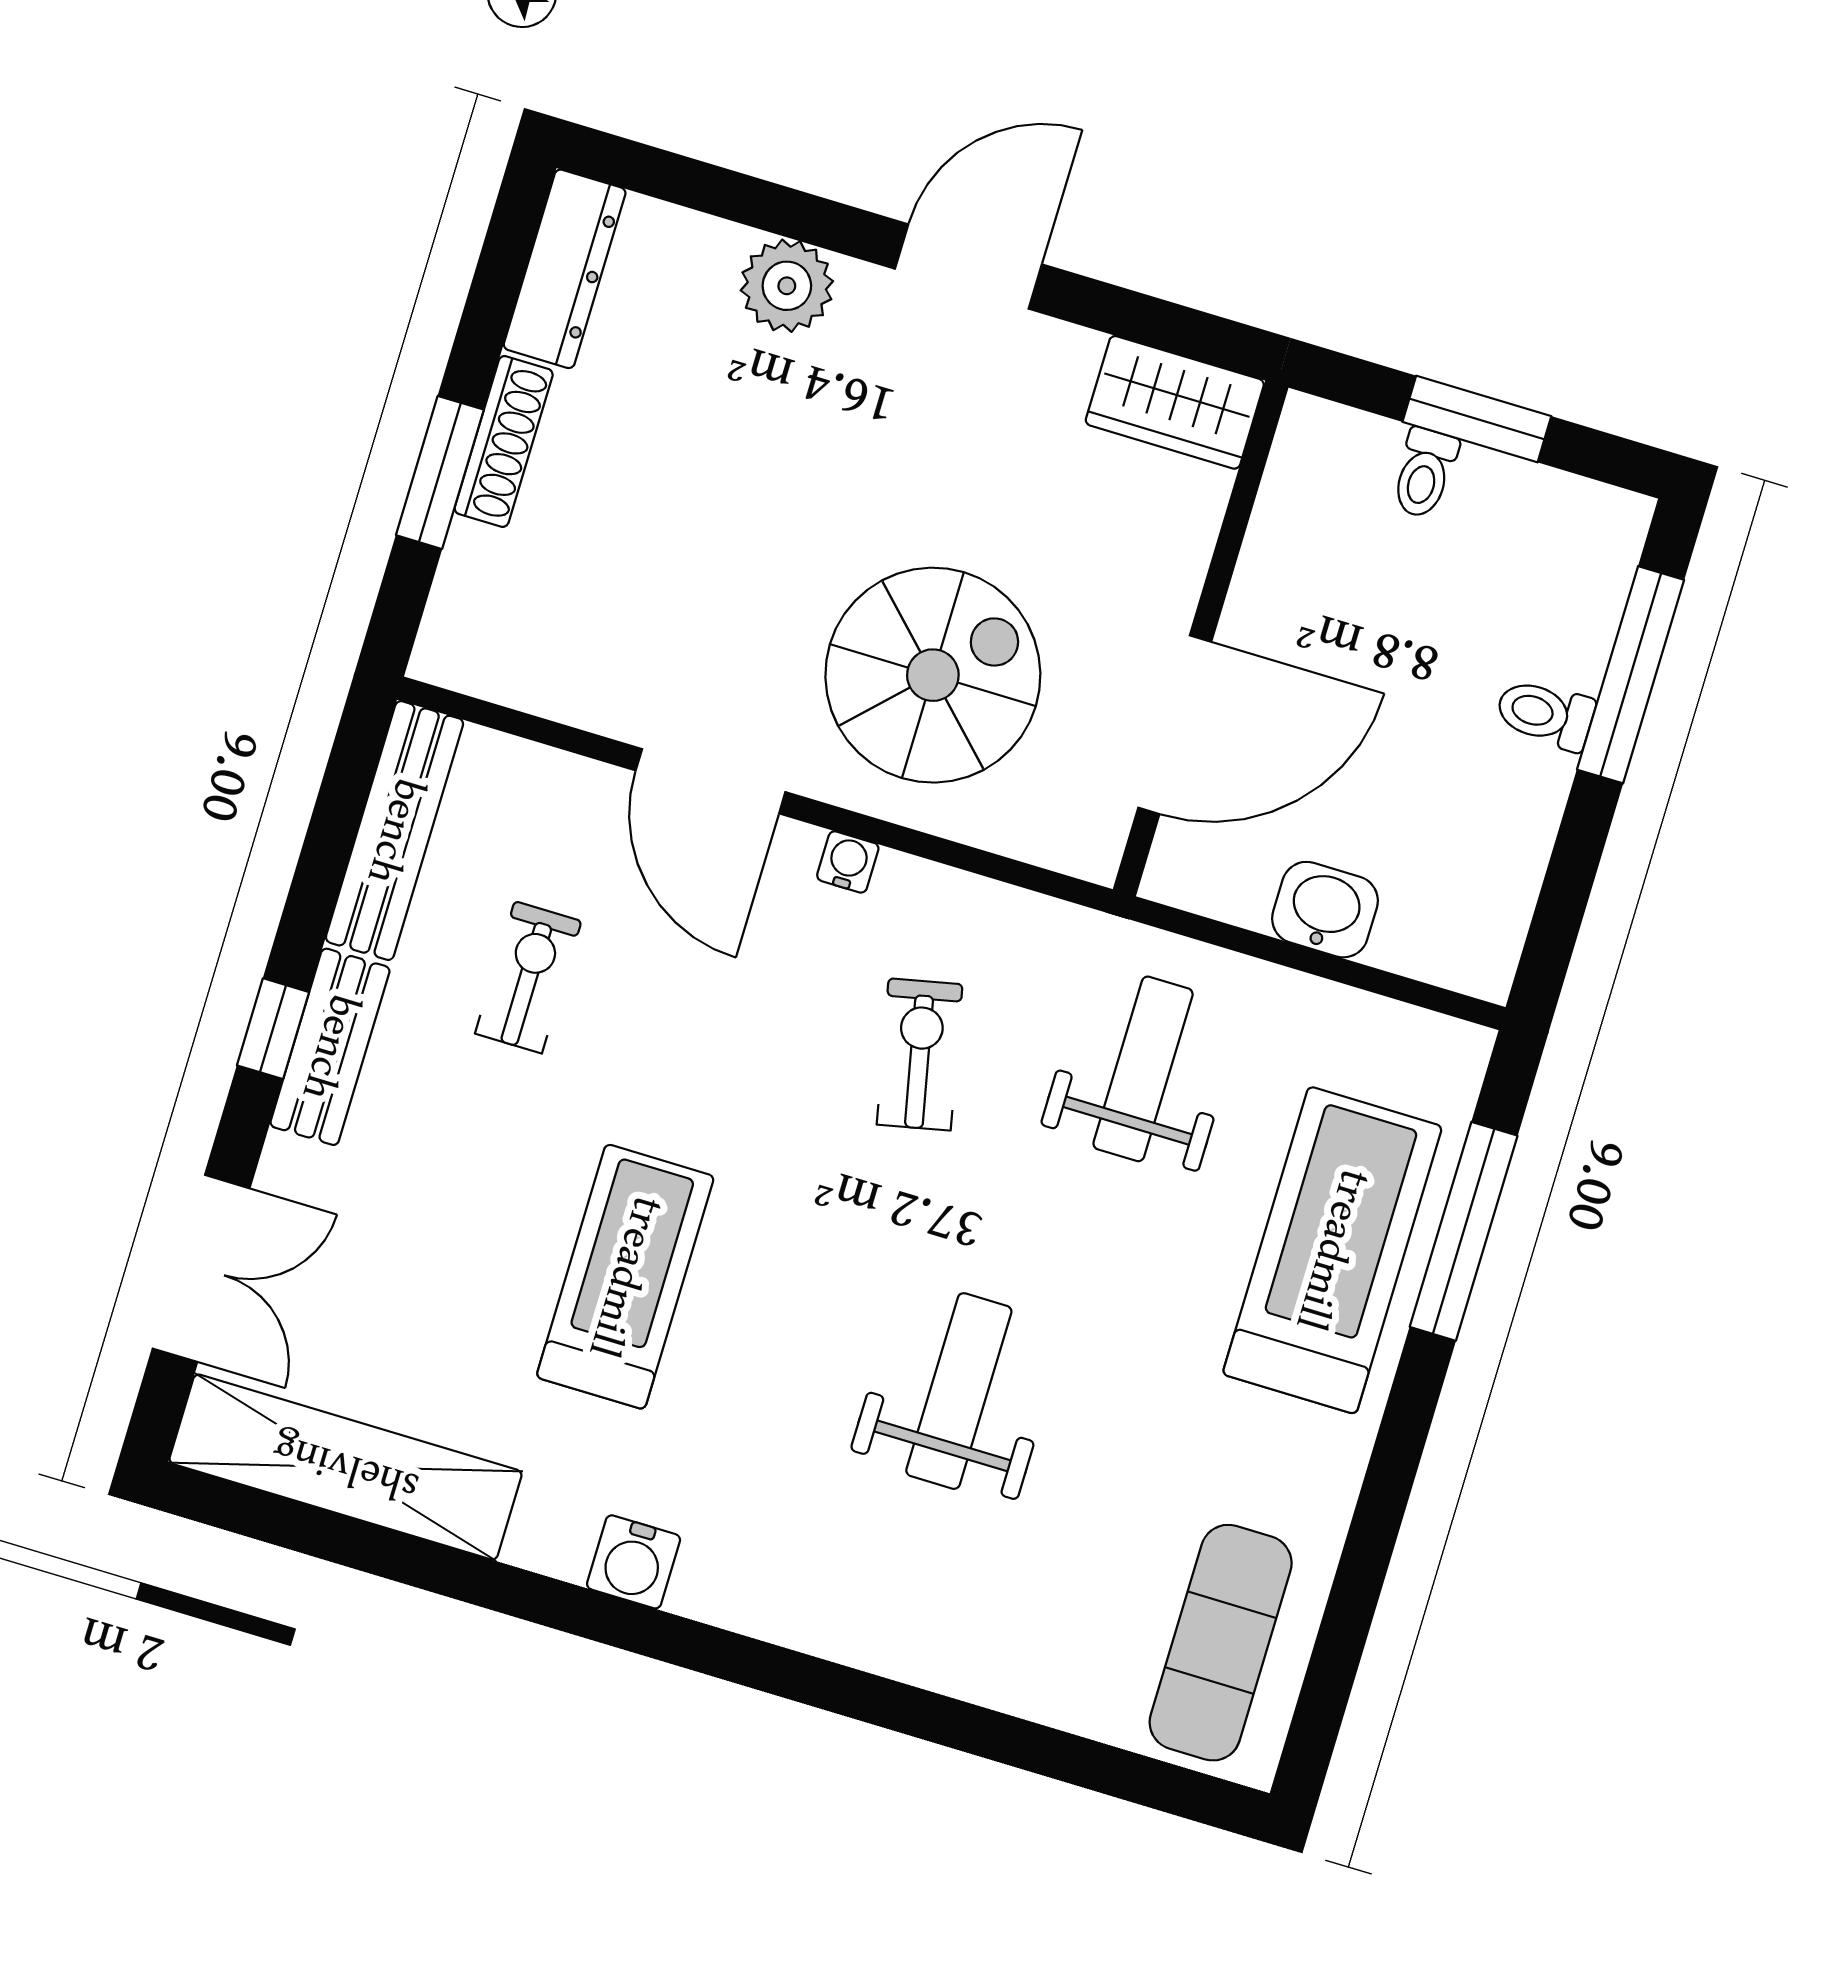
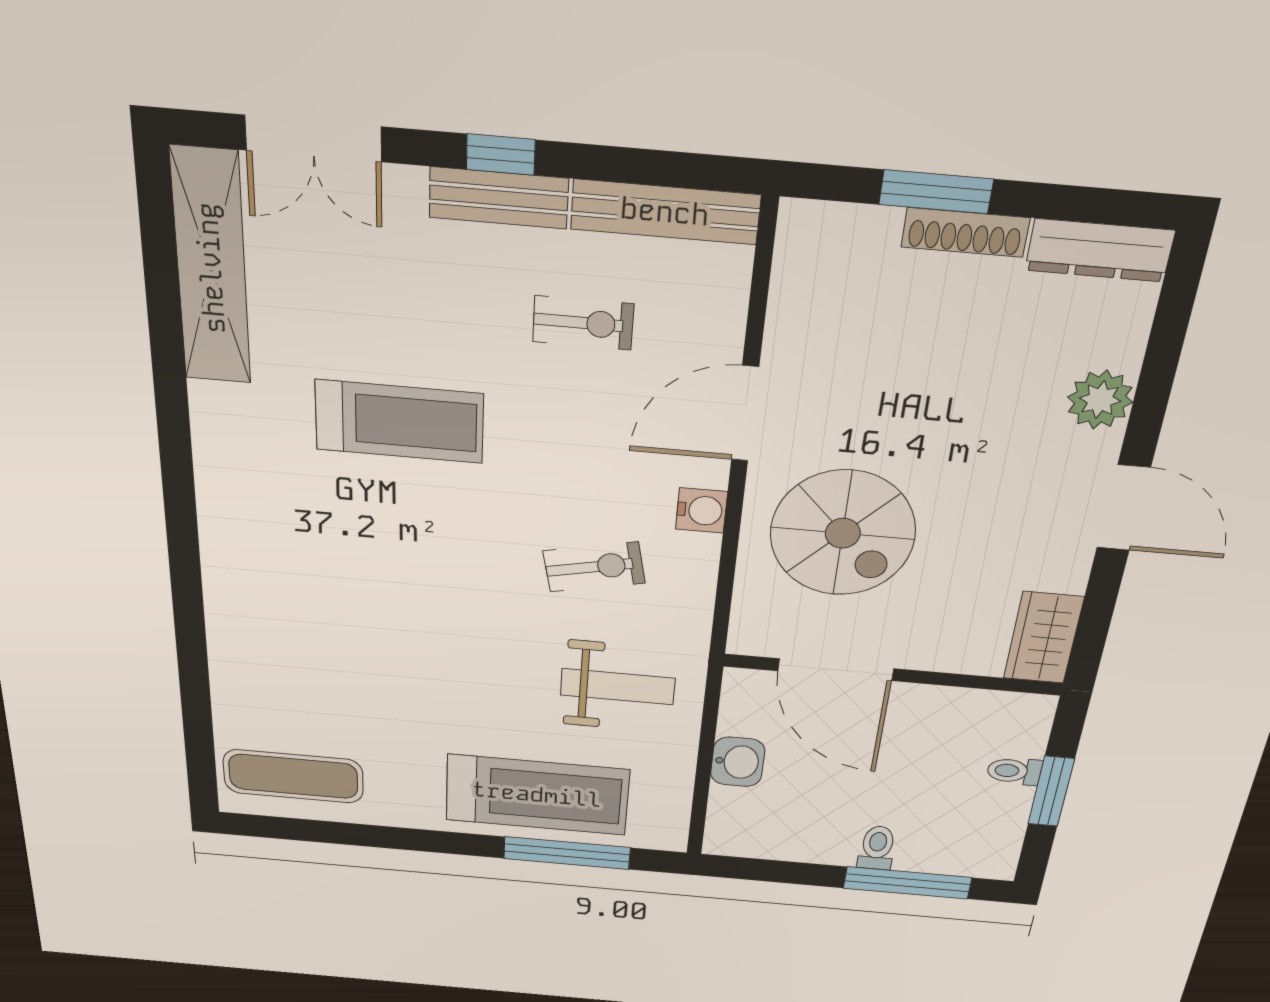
water cooler: (848, 862) -> (702, 510), width x1.38, depth x1.38
weight bench: (959, 1391) -> (391, 623), removed
water cooler: (634, 1562) -> (218, 460), removed

